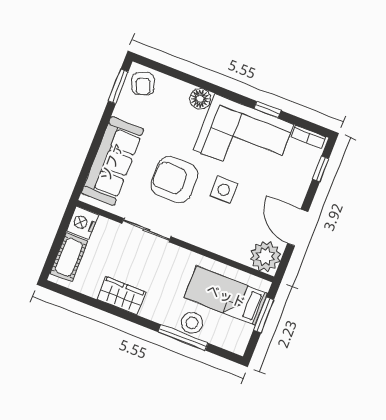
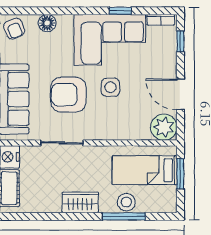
floor lamp: (200, 99) -> (47, 23), moved
wardrobe: (121, 296) -> (80, 202), moved

